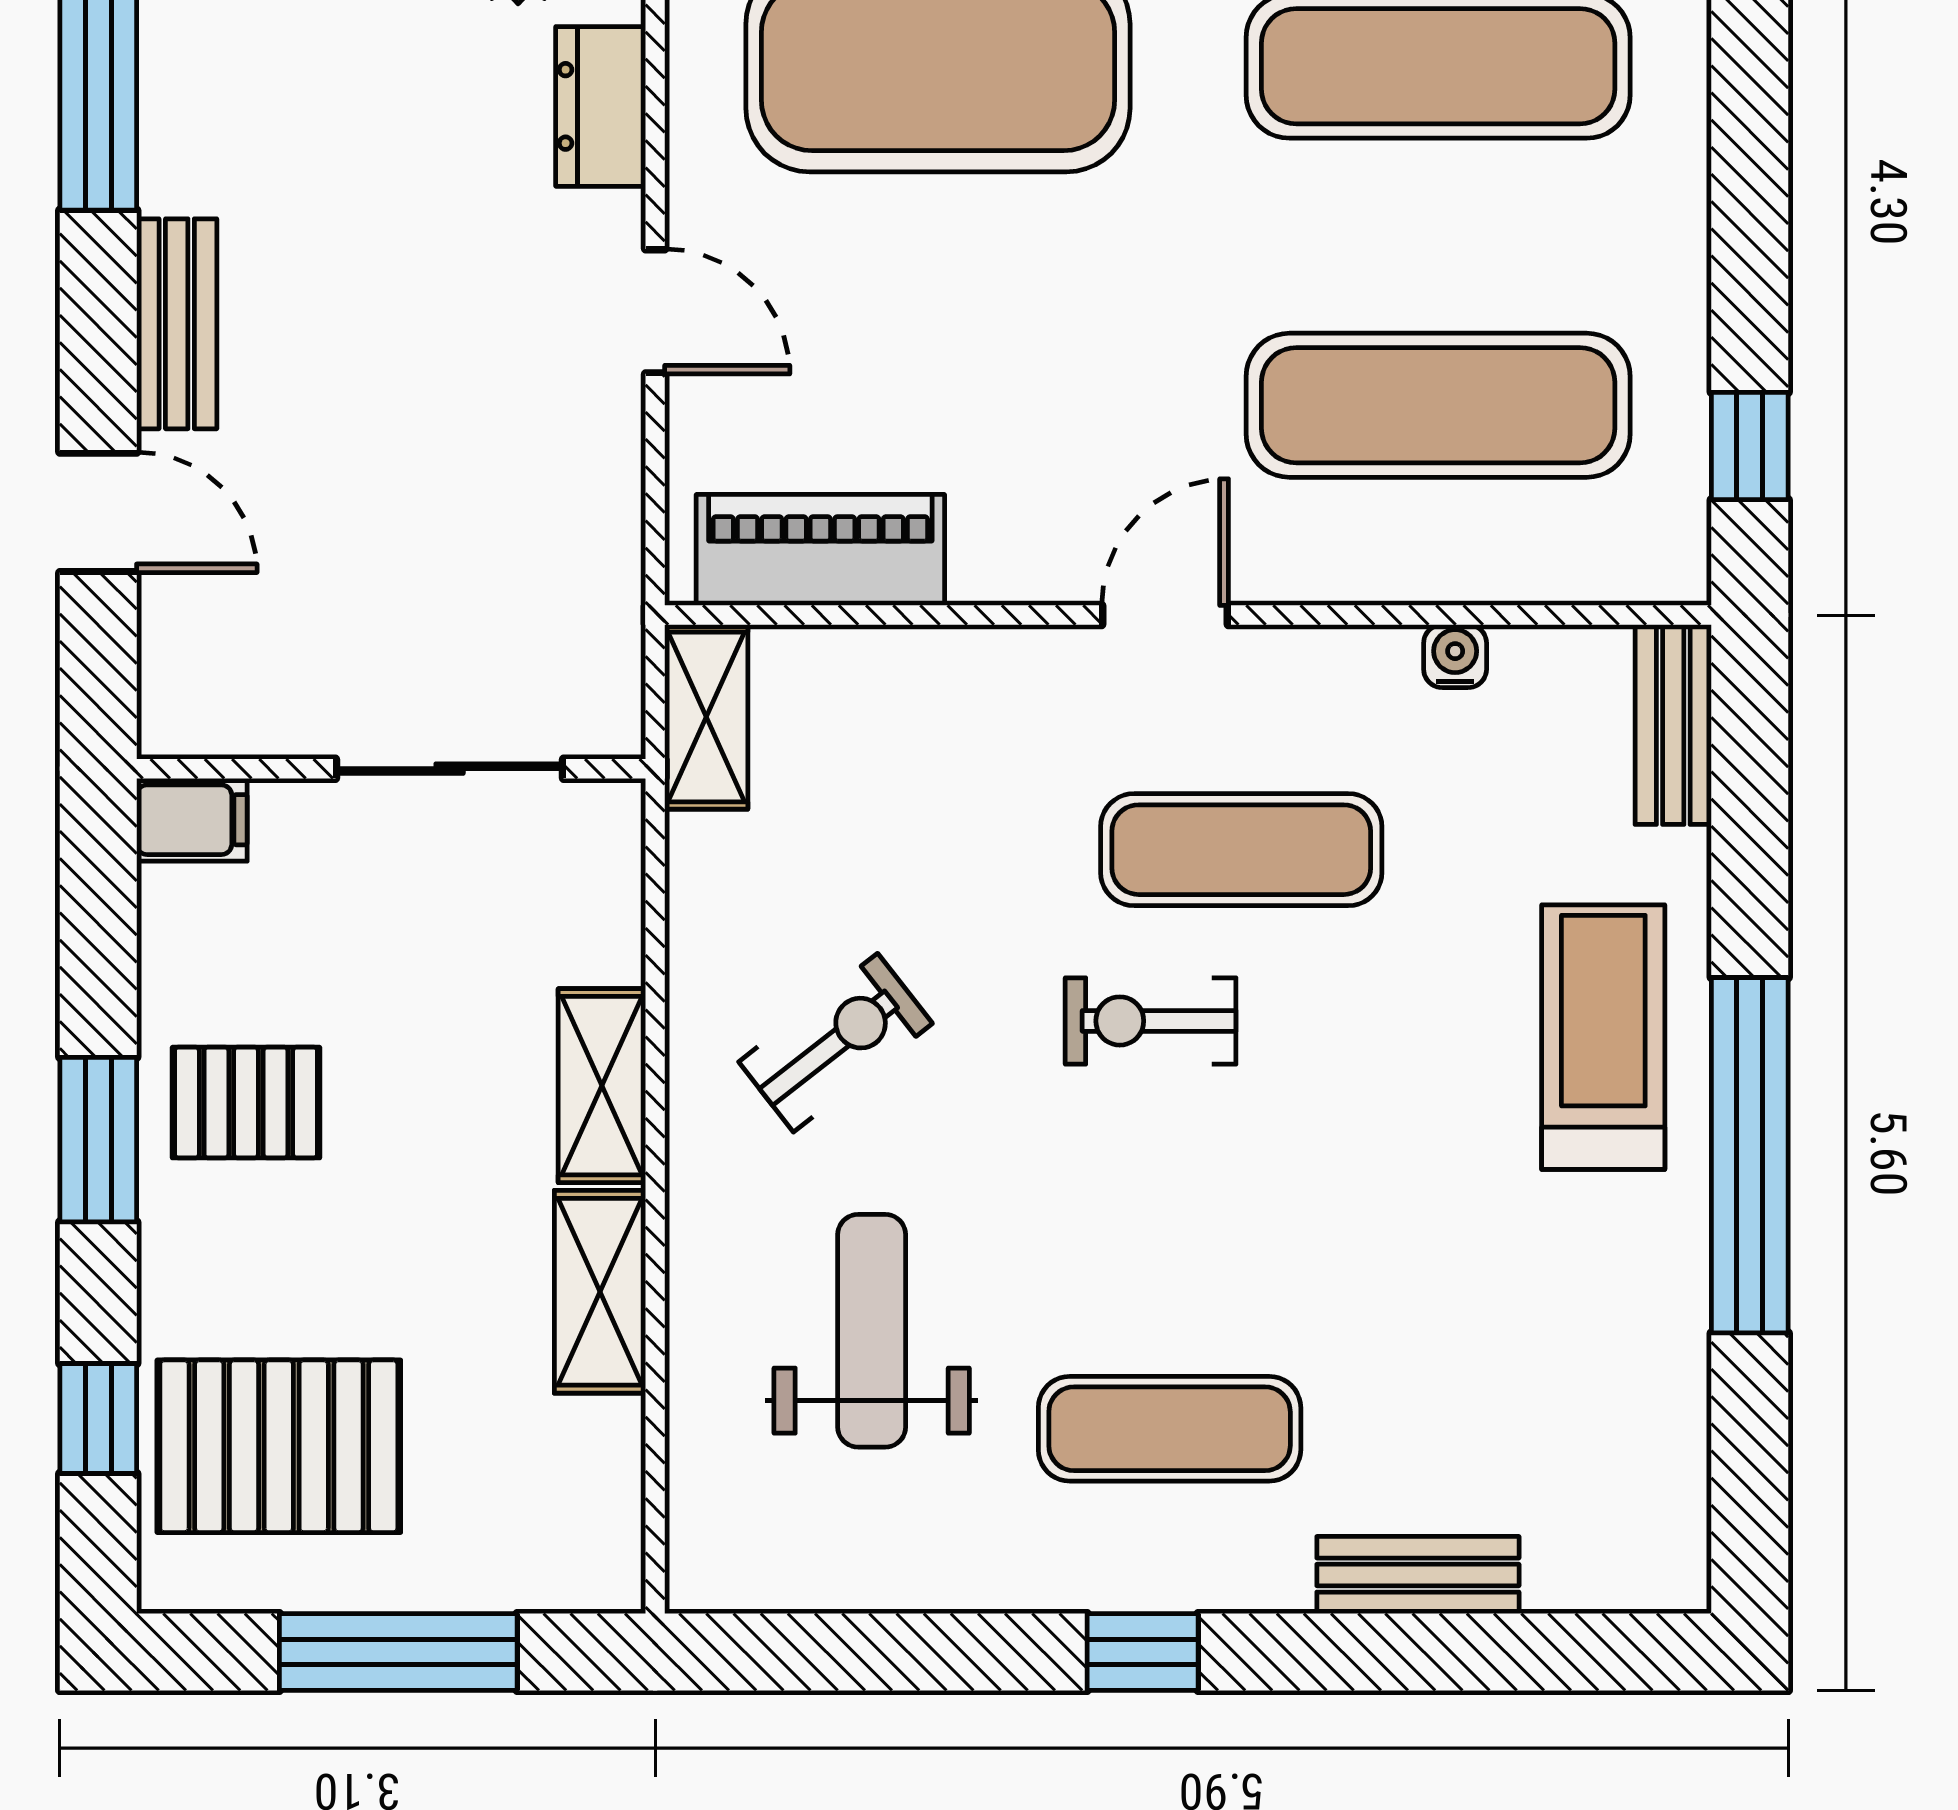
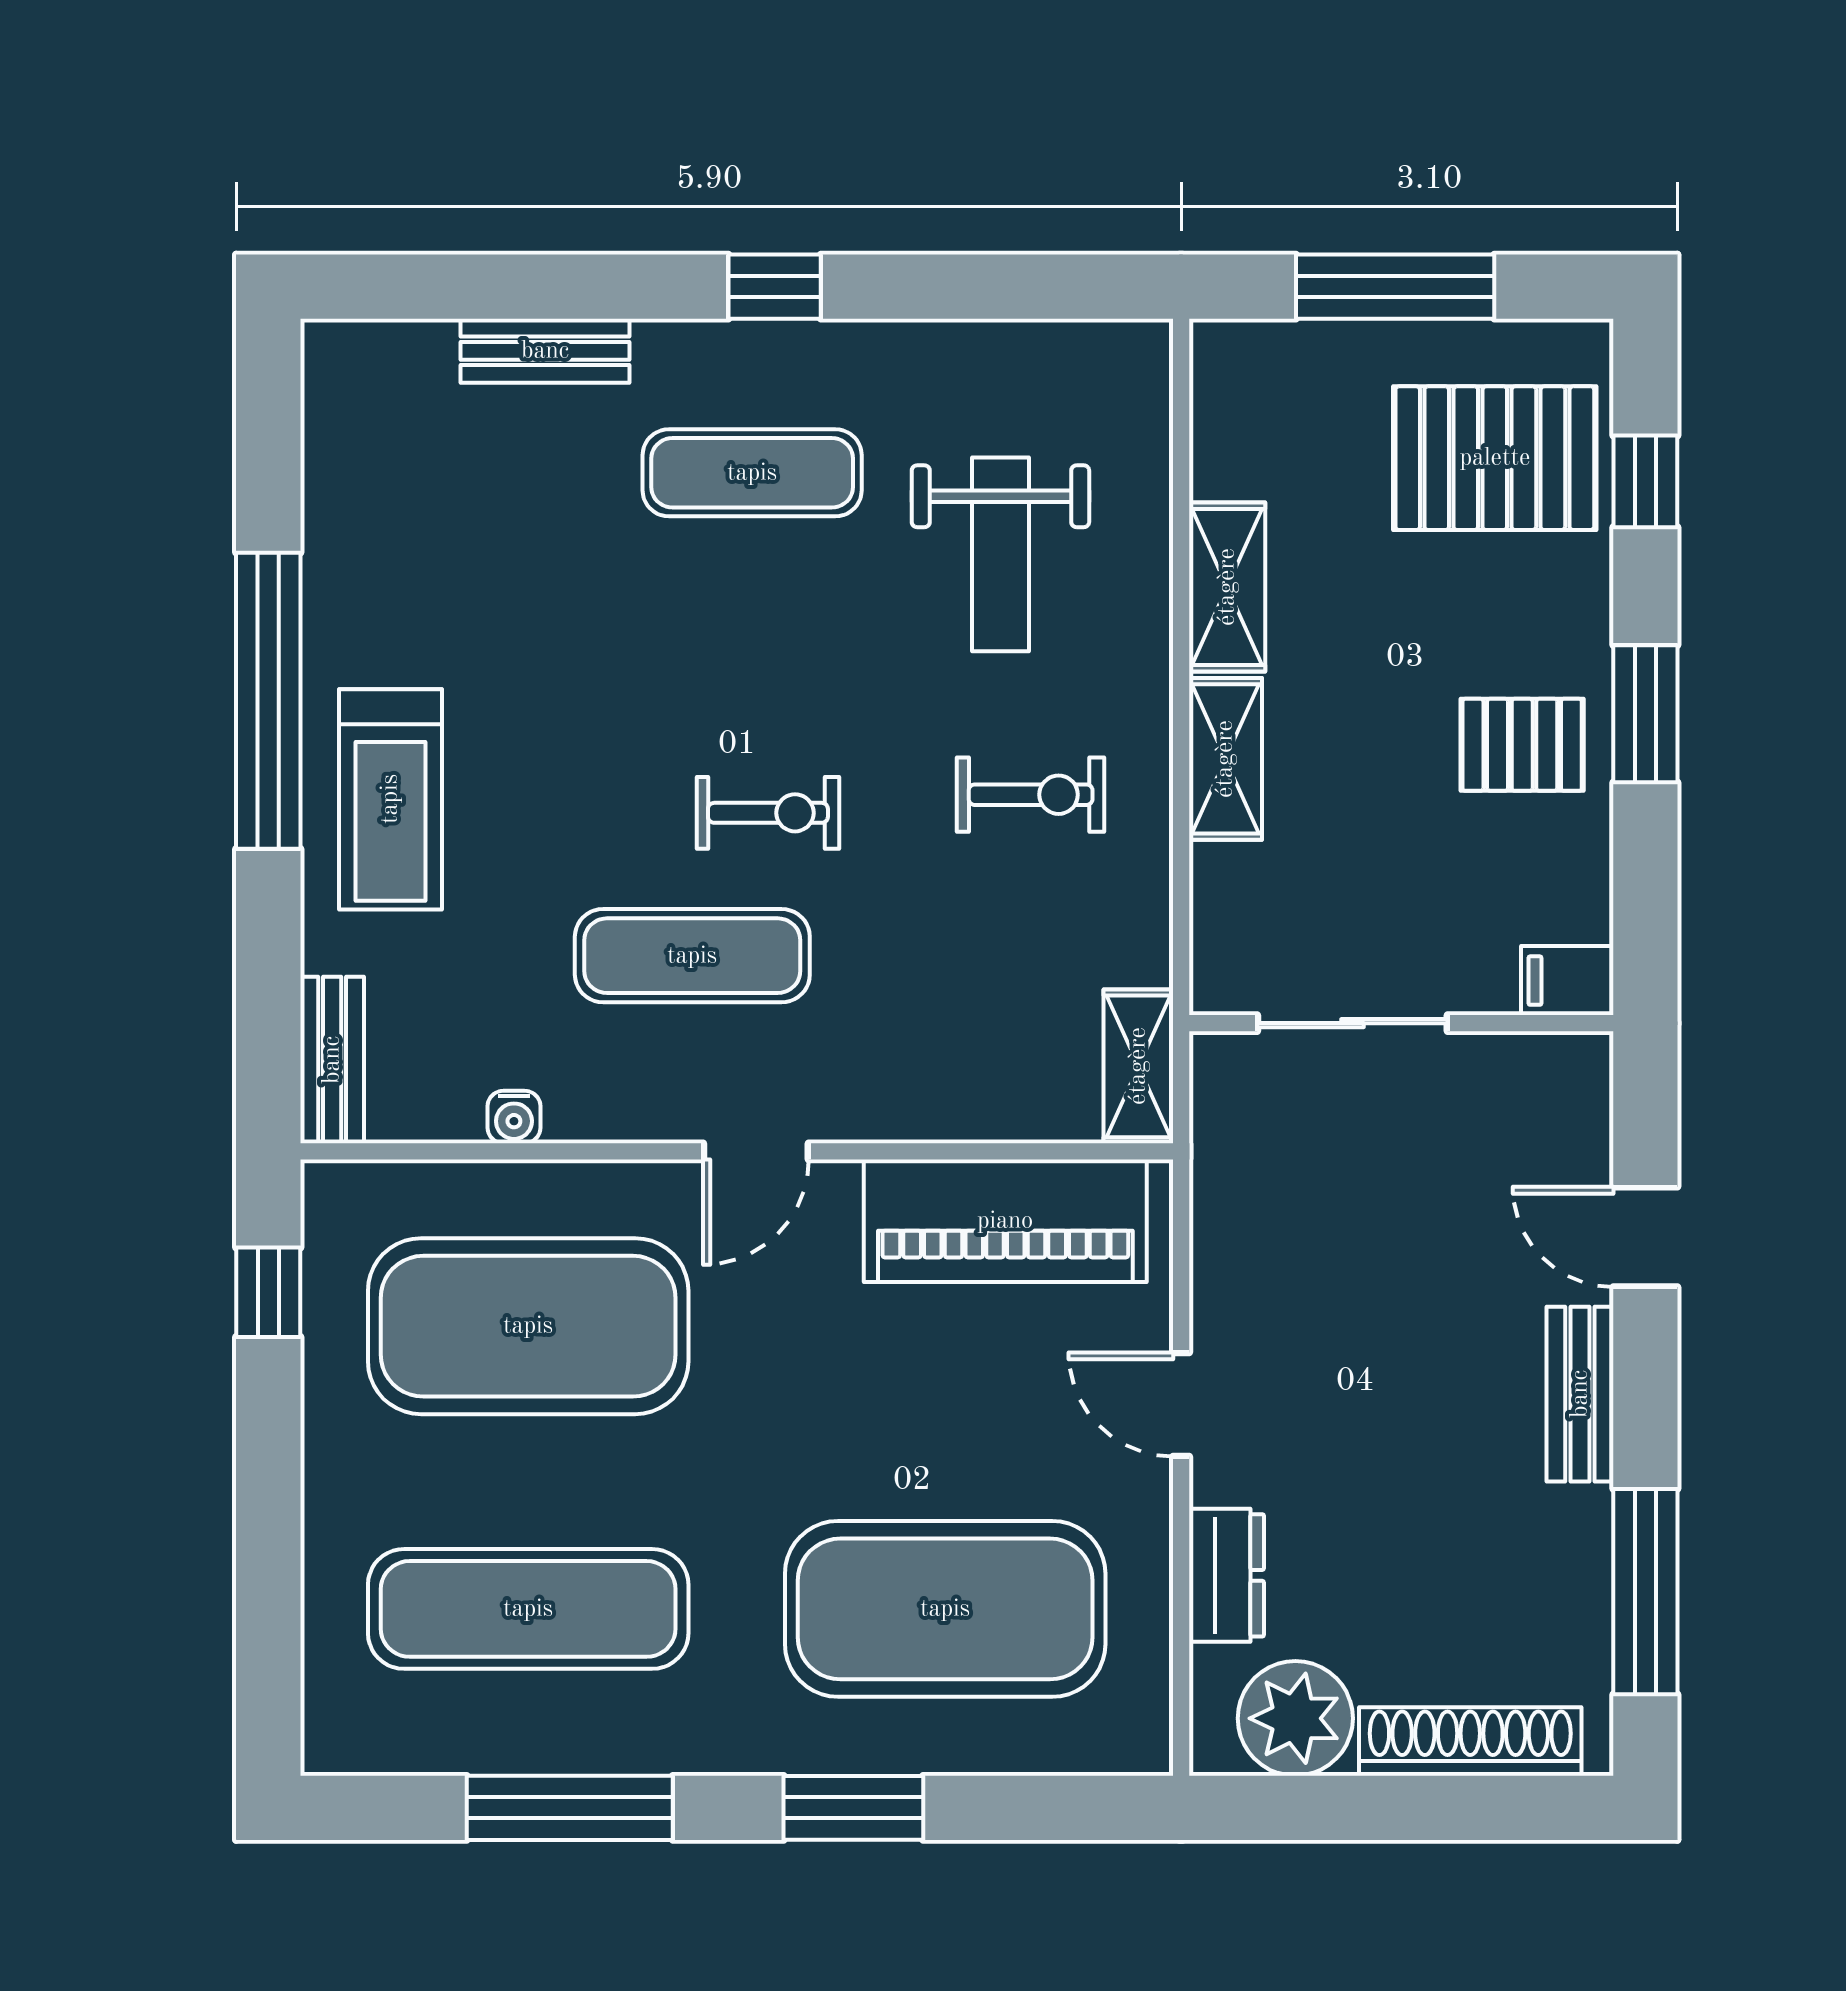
exercise mat: (1438, 405) -> (528, 1326), width x1.47
piano: (820, 550) -> (1005, 1221), width x1.37, depth x1.33
exercise bike: (836, 1043) -> (1031, 795), turned -142

